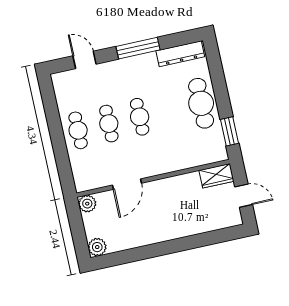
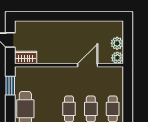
plant: (97, 247) -> (117, 43), moved

